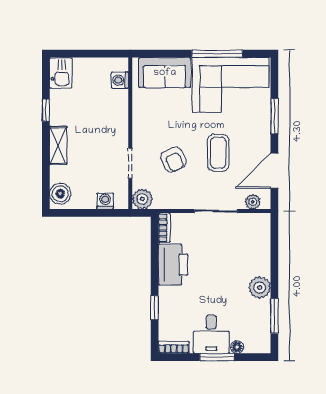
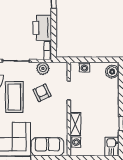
shelving: (58, 145) -> (75, 124), moved
coffee table: (218, 153) -> (14, 97), width x1.36, depth x1.32
plant: (142, 199) -> (43, 68), moved

